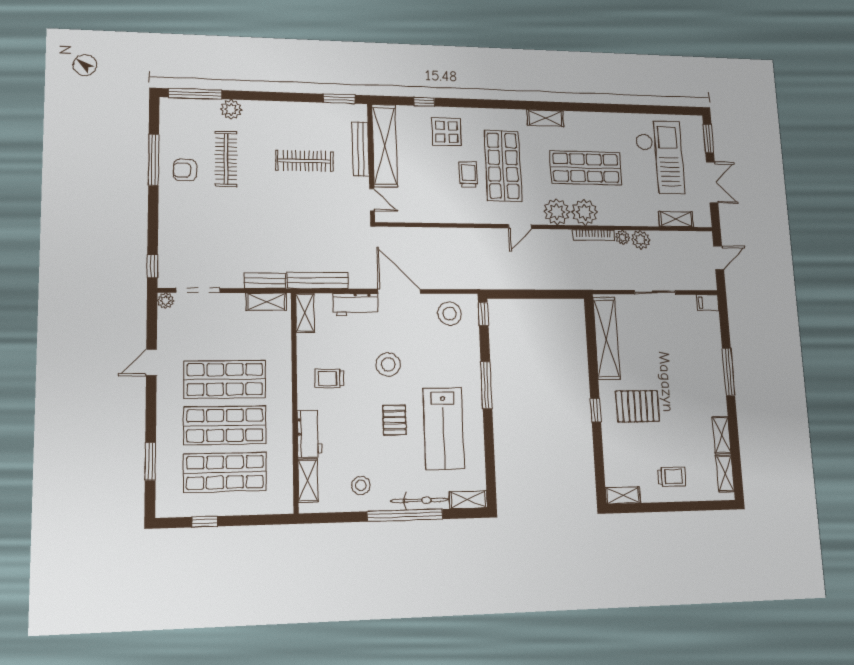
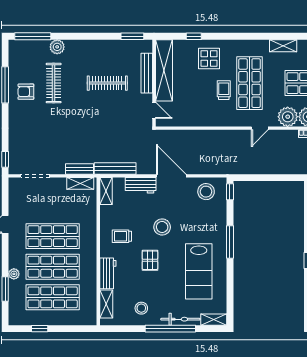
plant: (166, 301) -> (14, 274), moved
pallet: (394, 420) -> (150, 260), moved

